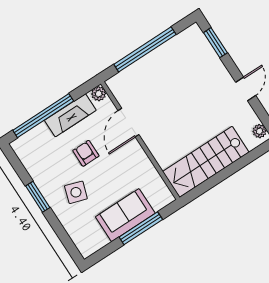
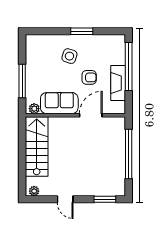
plant: (99, 94) -> (34, 109), moved
door: (129, 123) -> (91, 115), hinge flipped
sofa: (125, 215) -> (59, 103), moved, turned -90

